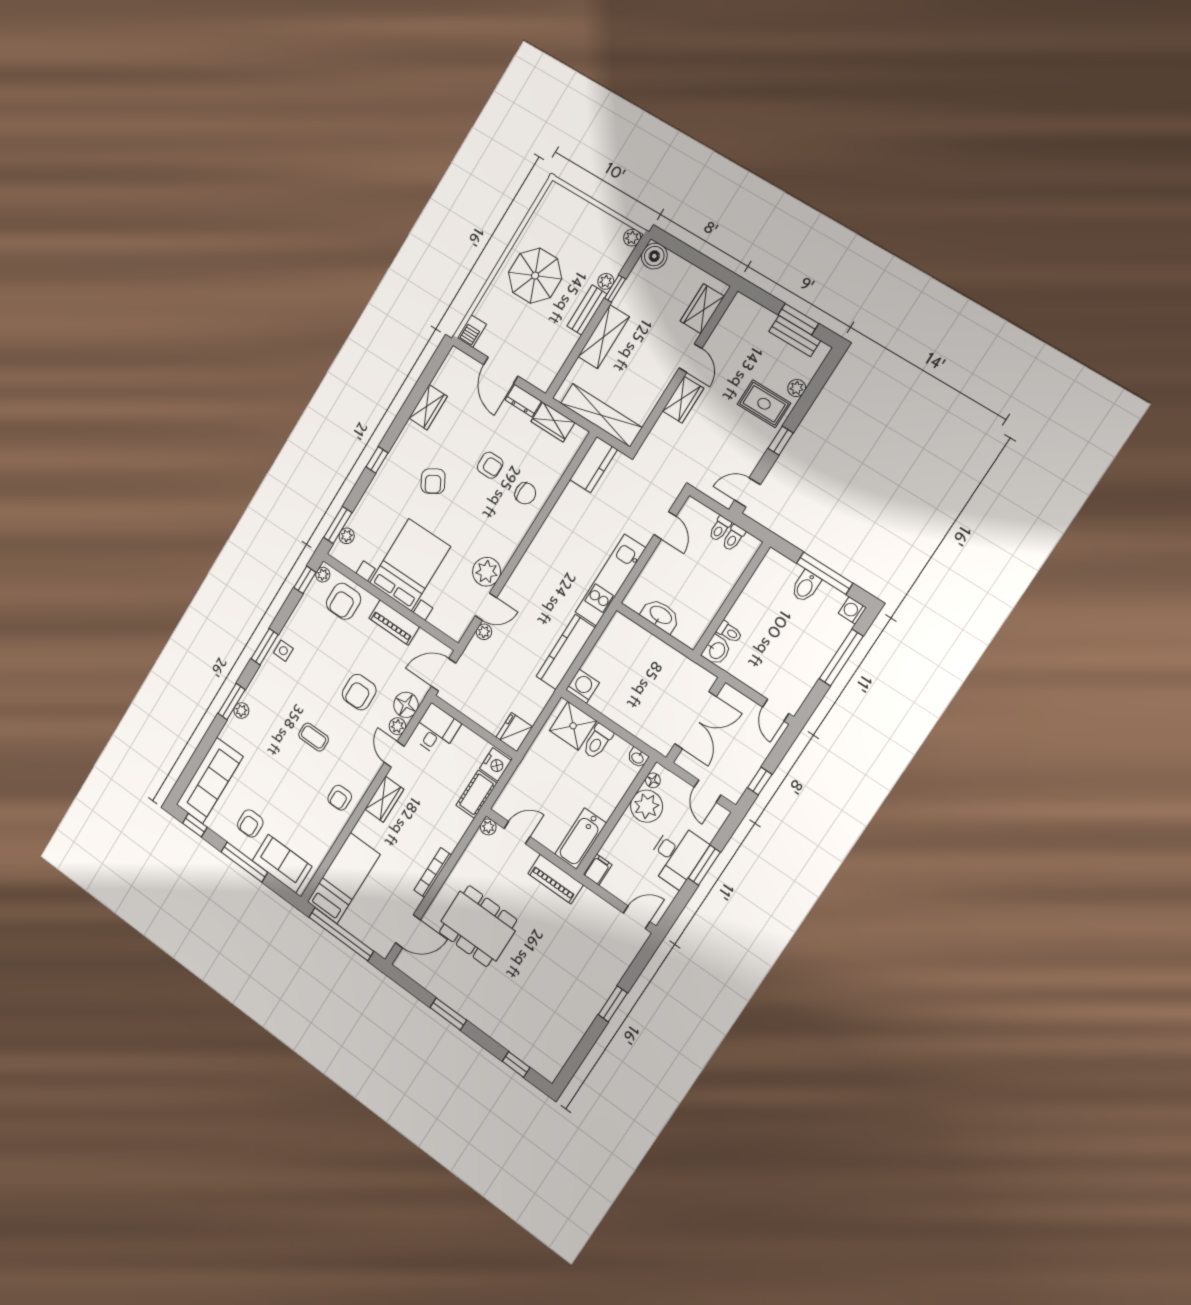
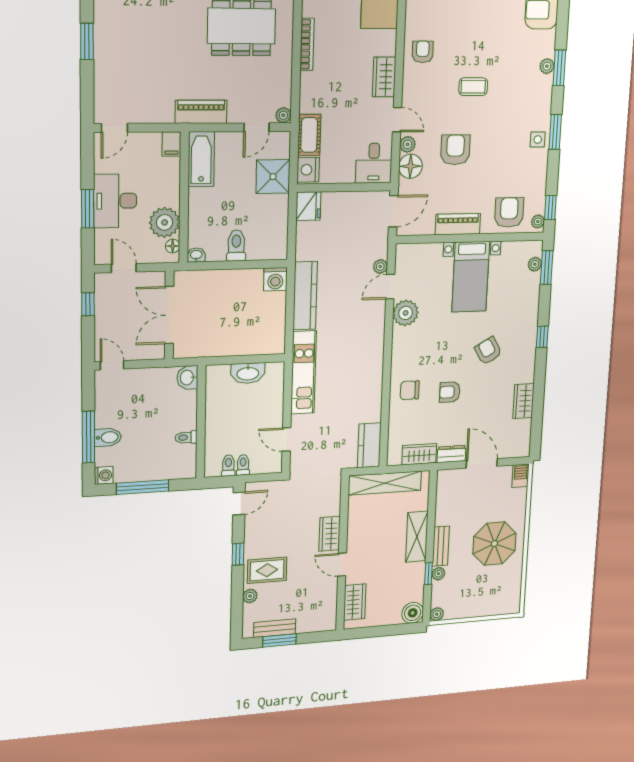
bed with nightstands: (410, 565) -> (471, 277), width x0.73
bidet: (806, 586) -> (108, 437), moved, turned 90
toilet: (729, 632) -> (186, 437), moved
shower: (573, 726) -> (273, 177), moved

